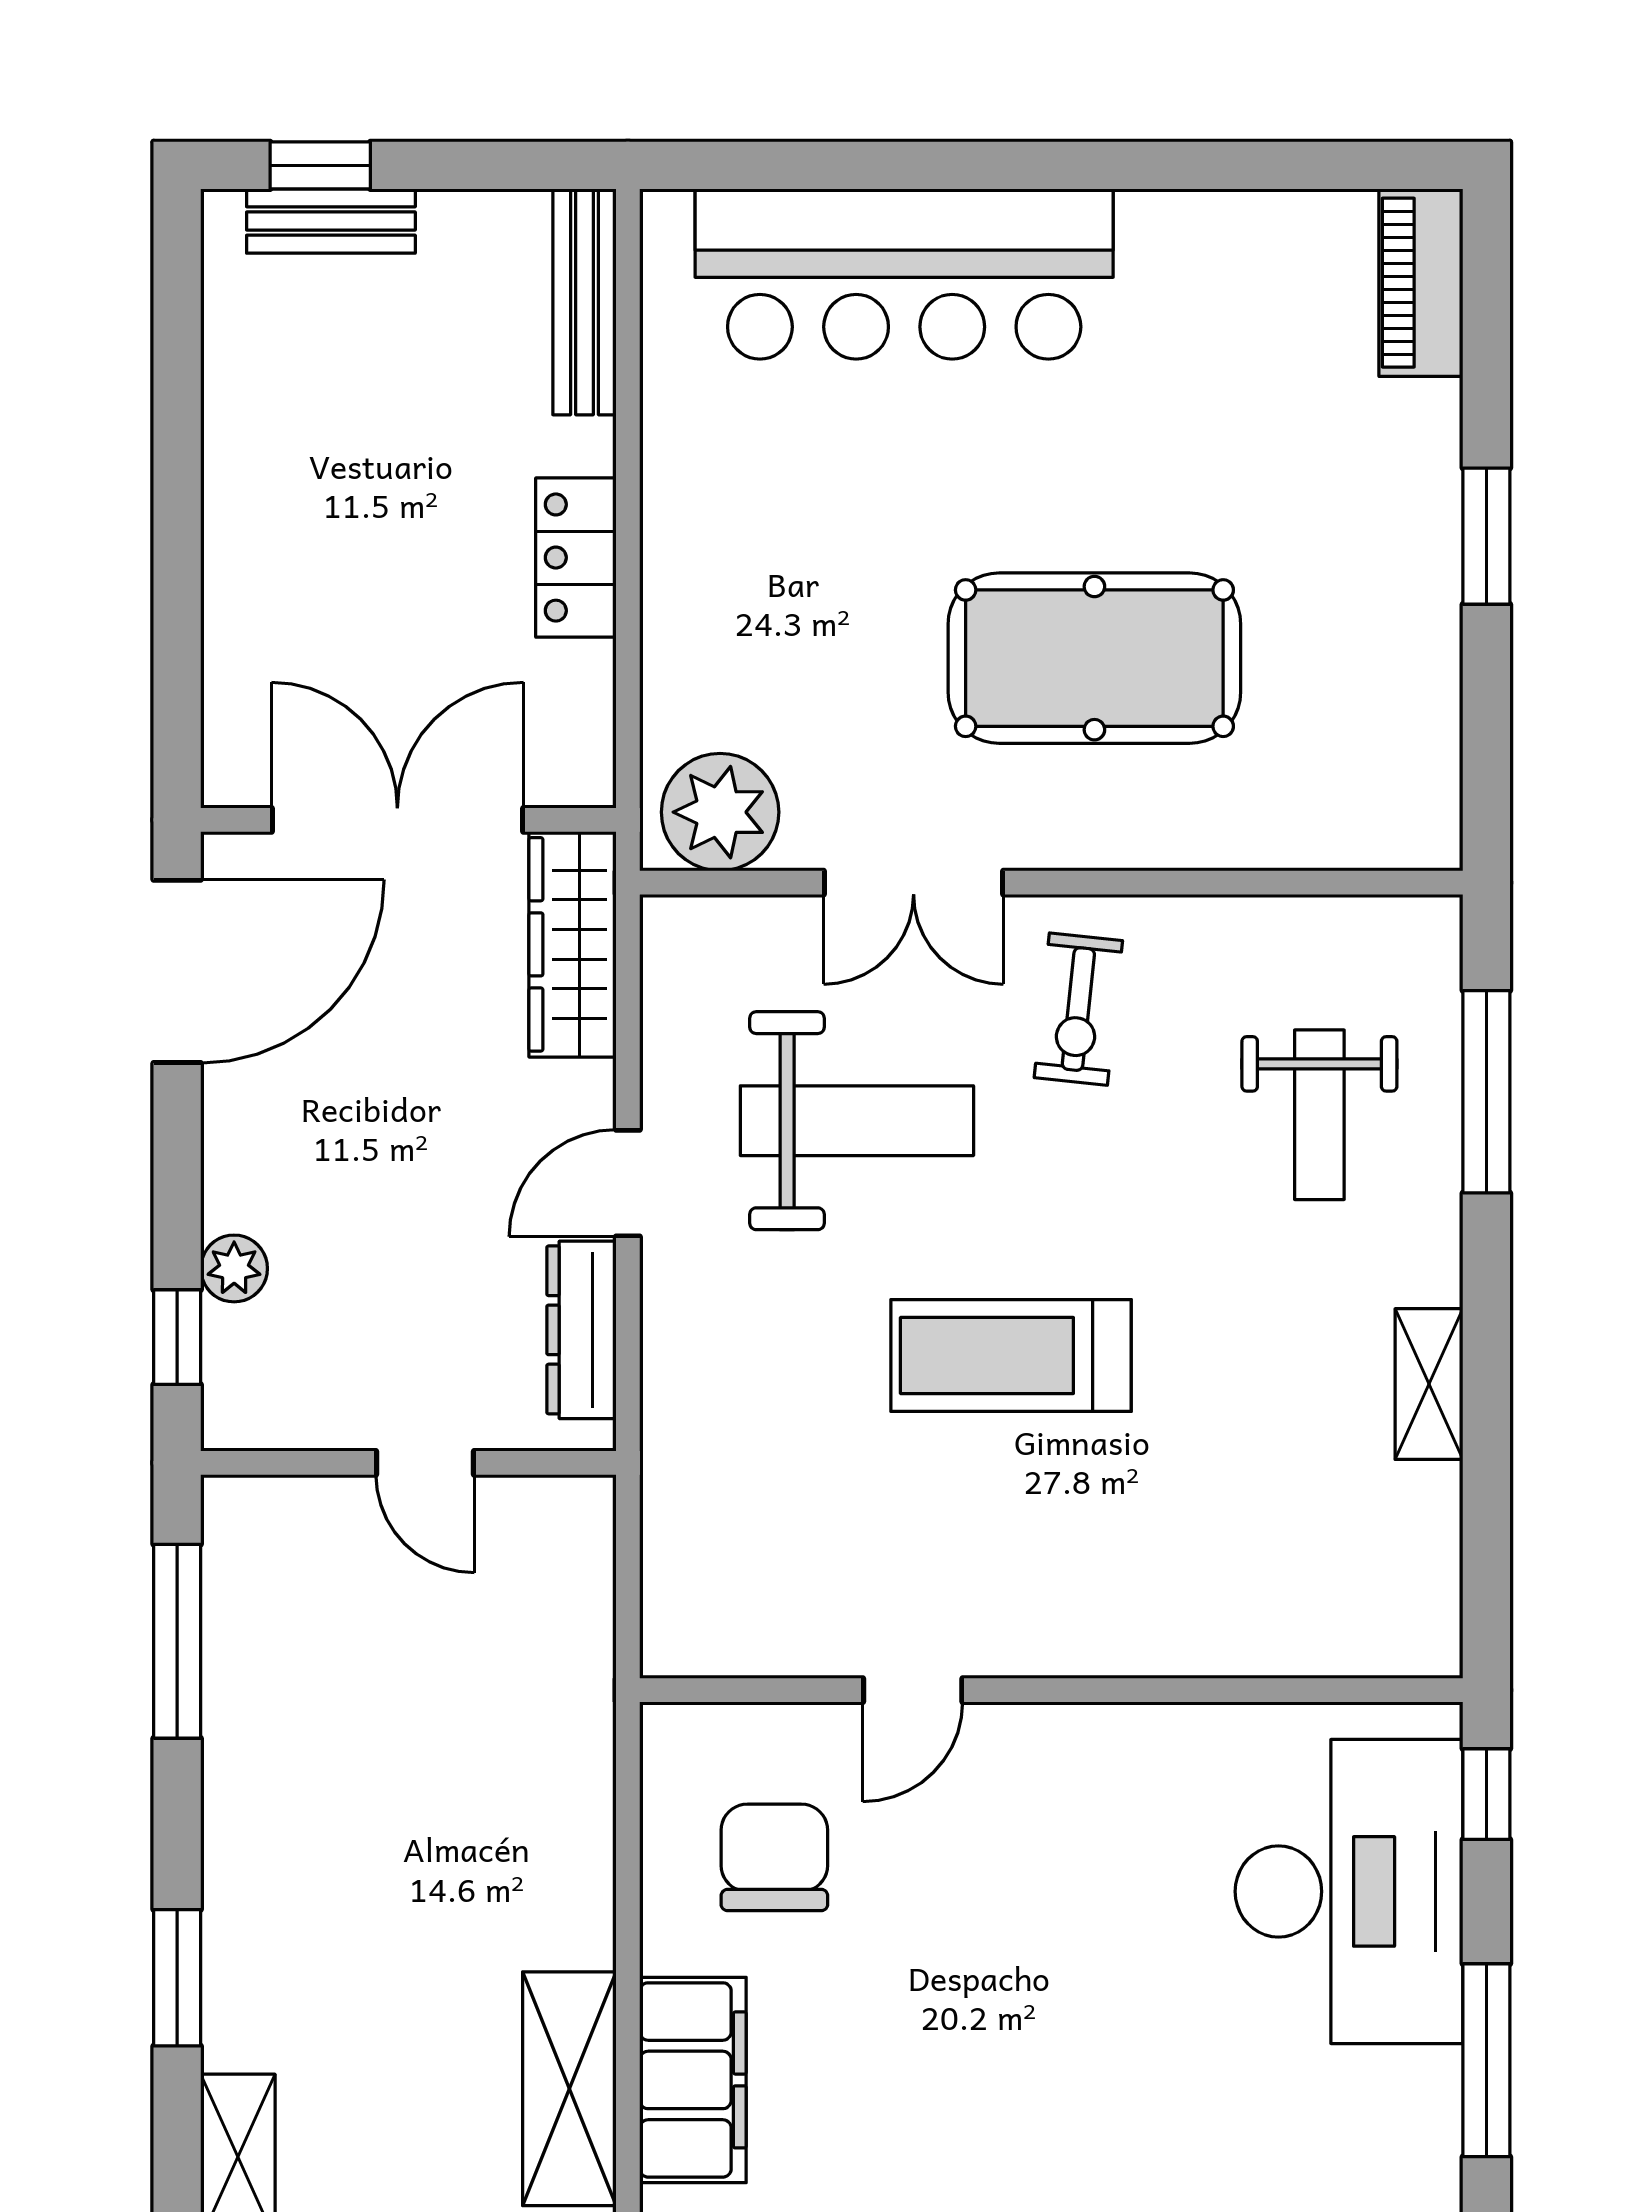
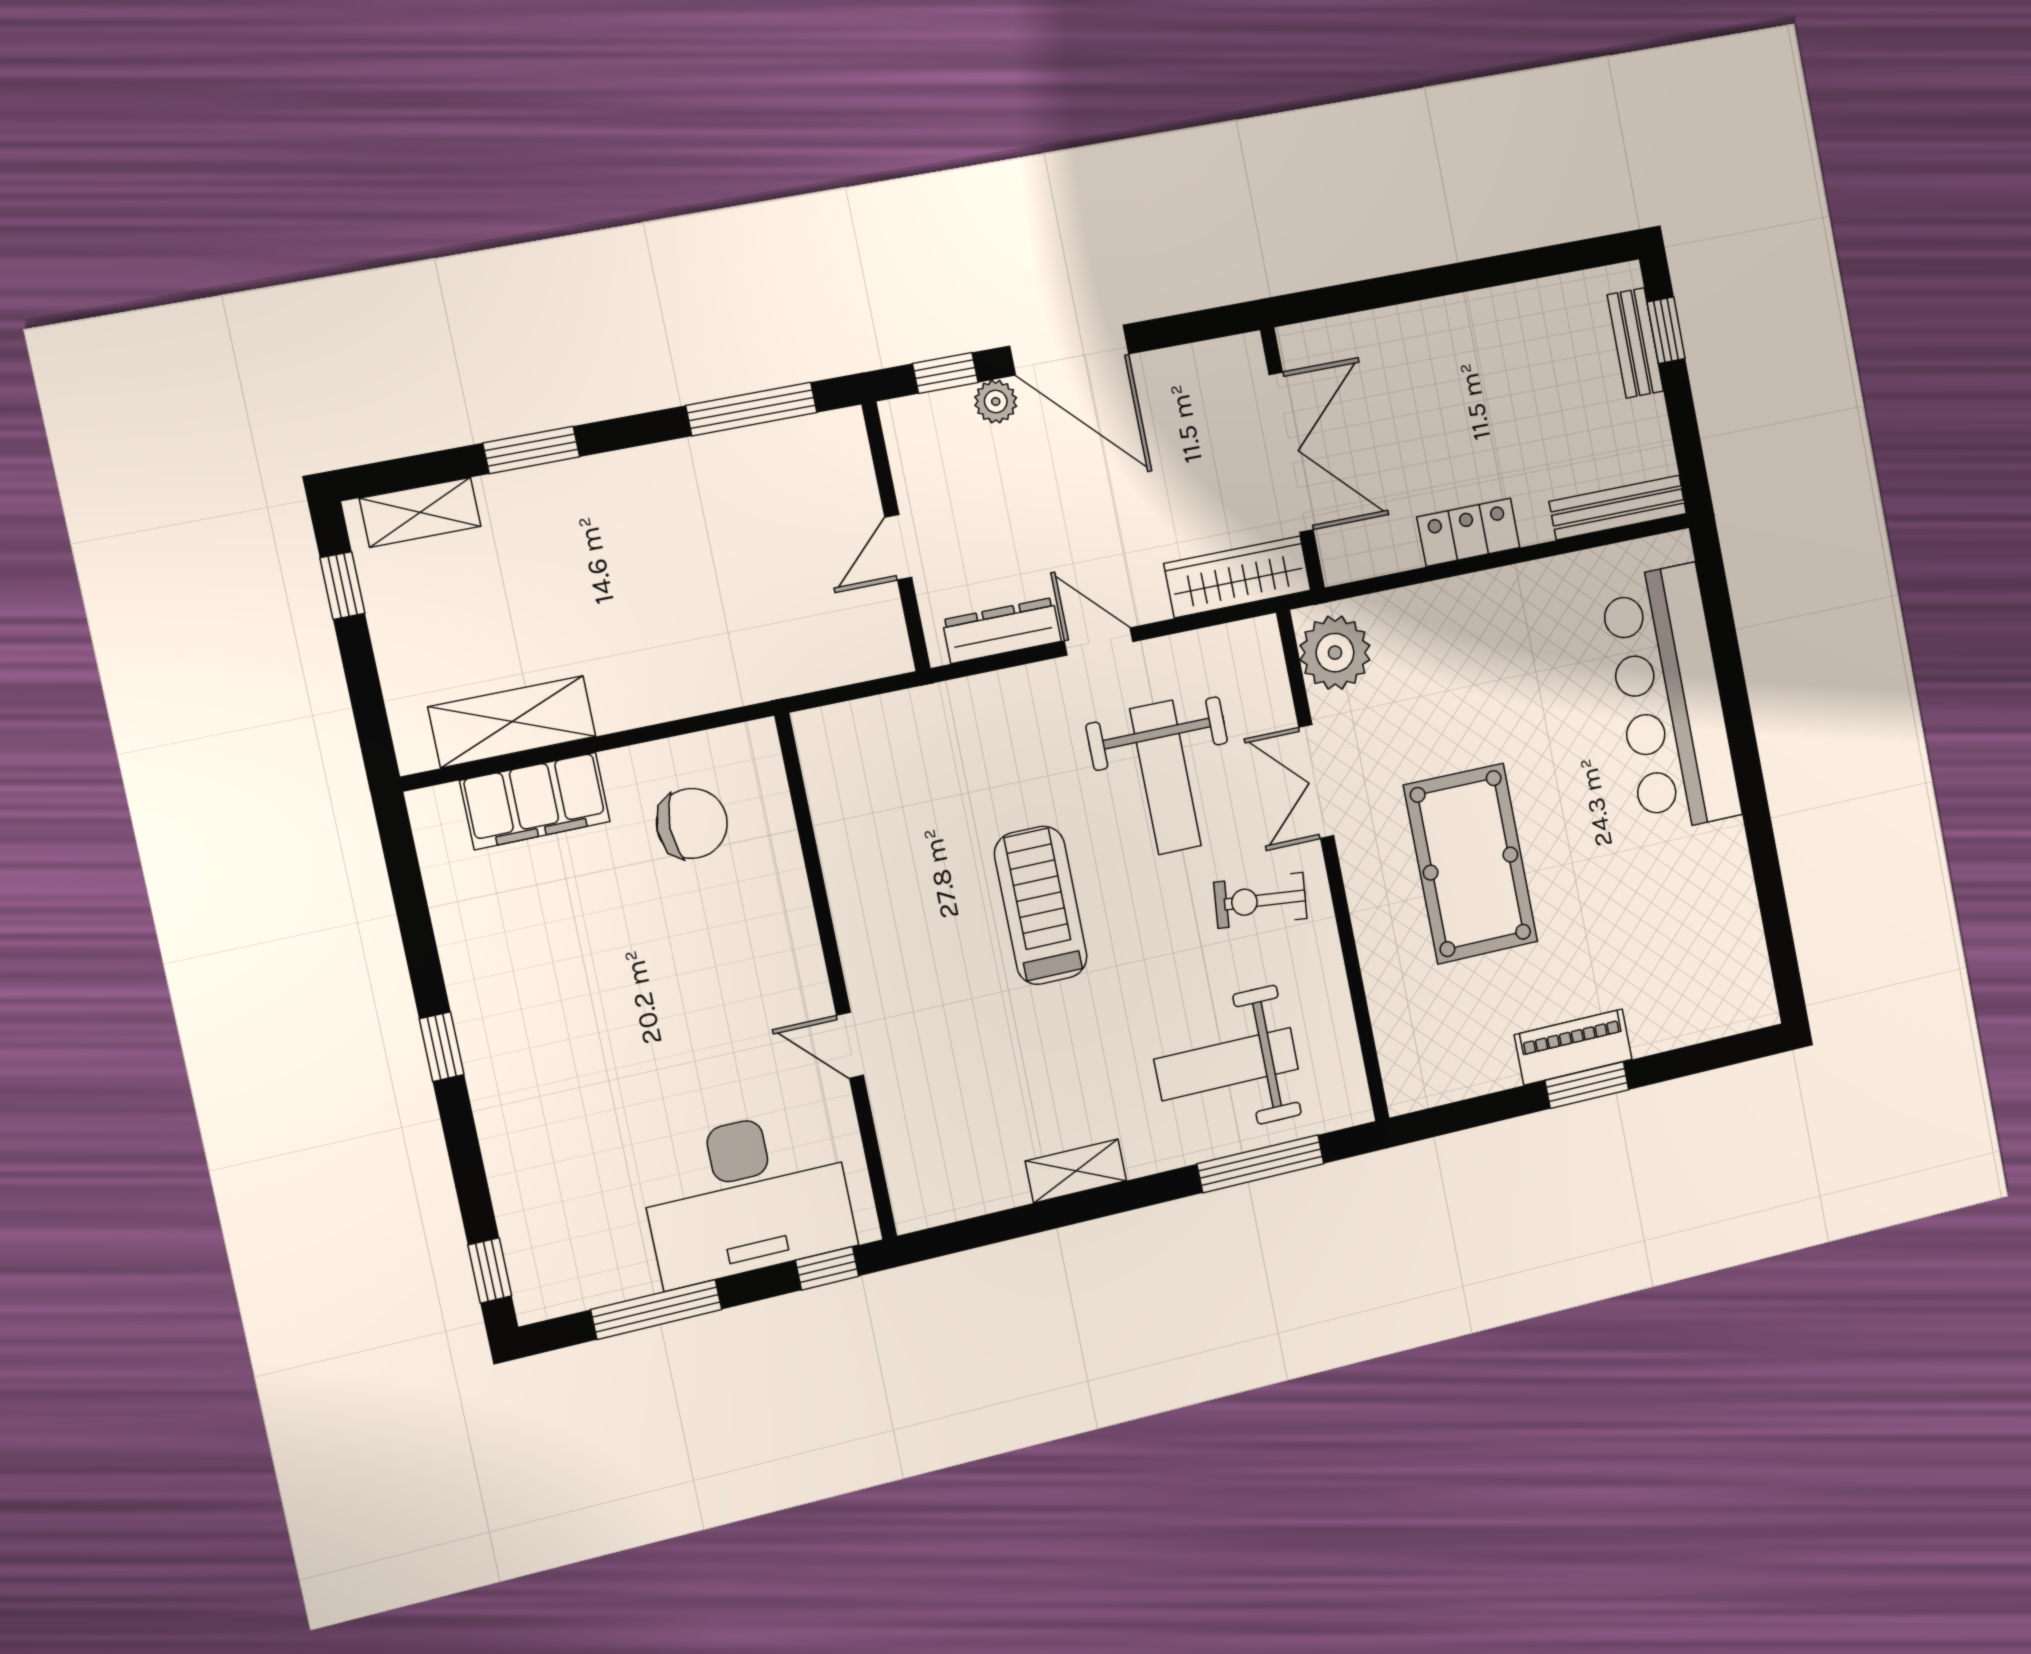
piano: (1421, 283) -> (1573, 1047), moved
door: (177, 971) -> (1069, 350), moved
weight bench: (1319, 1115) -> (1226, 1064), width x1.36, depth x1.33
door: (913, 1690) -> (850, 1045), moved

